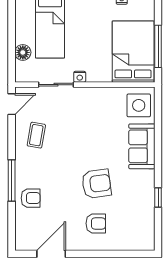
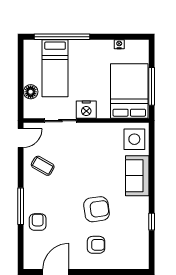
nightstand: (80, 77) -> (86, 110), width x1.89, depth x1.79
coffee table: (36, 135) -> (43, 166), turned -70
armchair: (31, 198) -> (38, 222), turned -90

